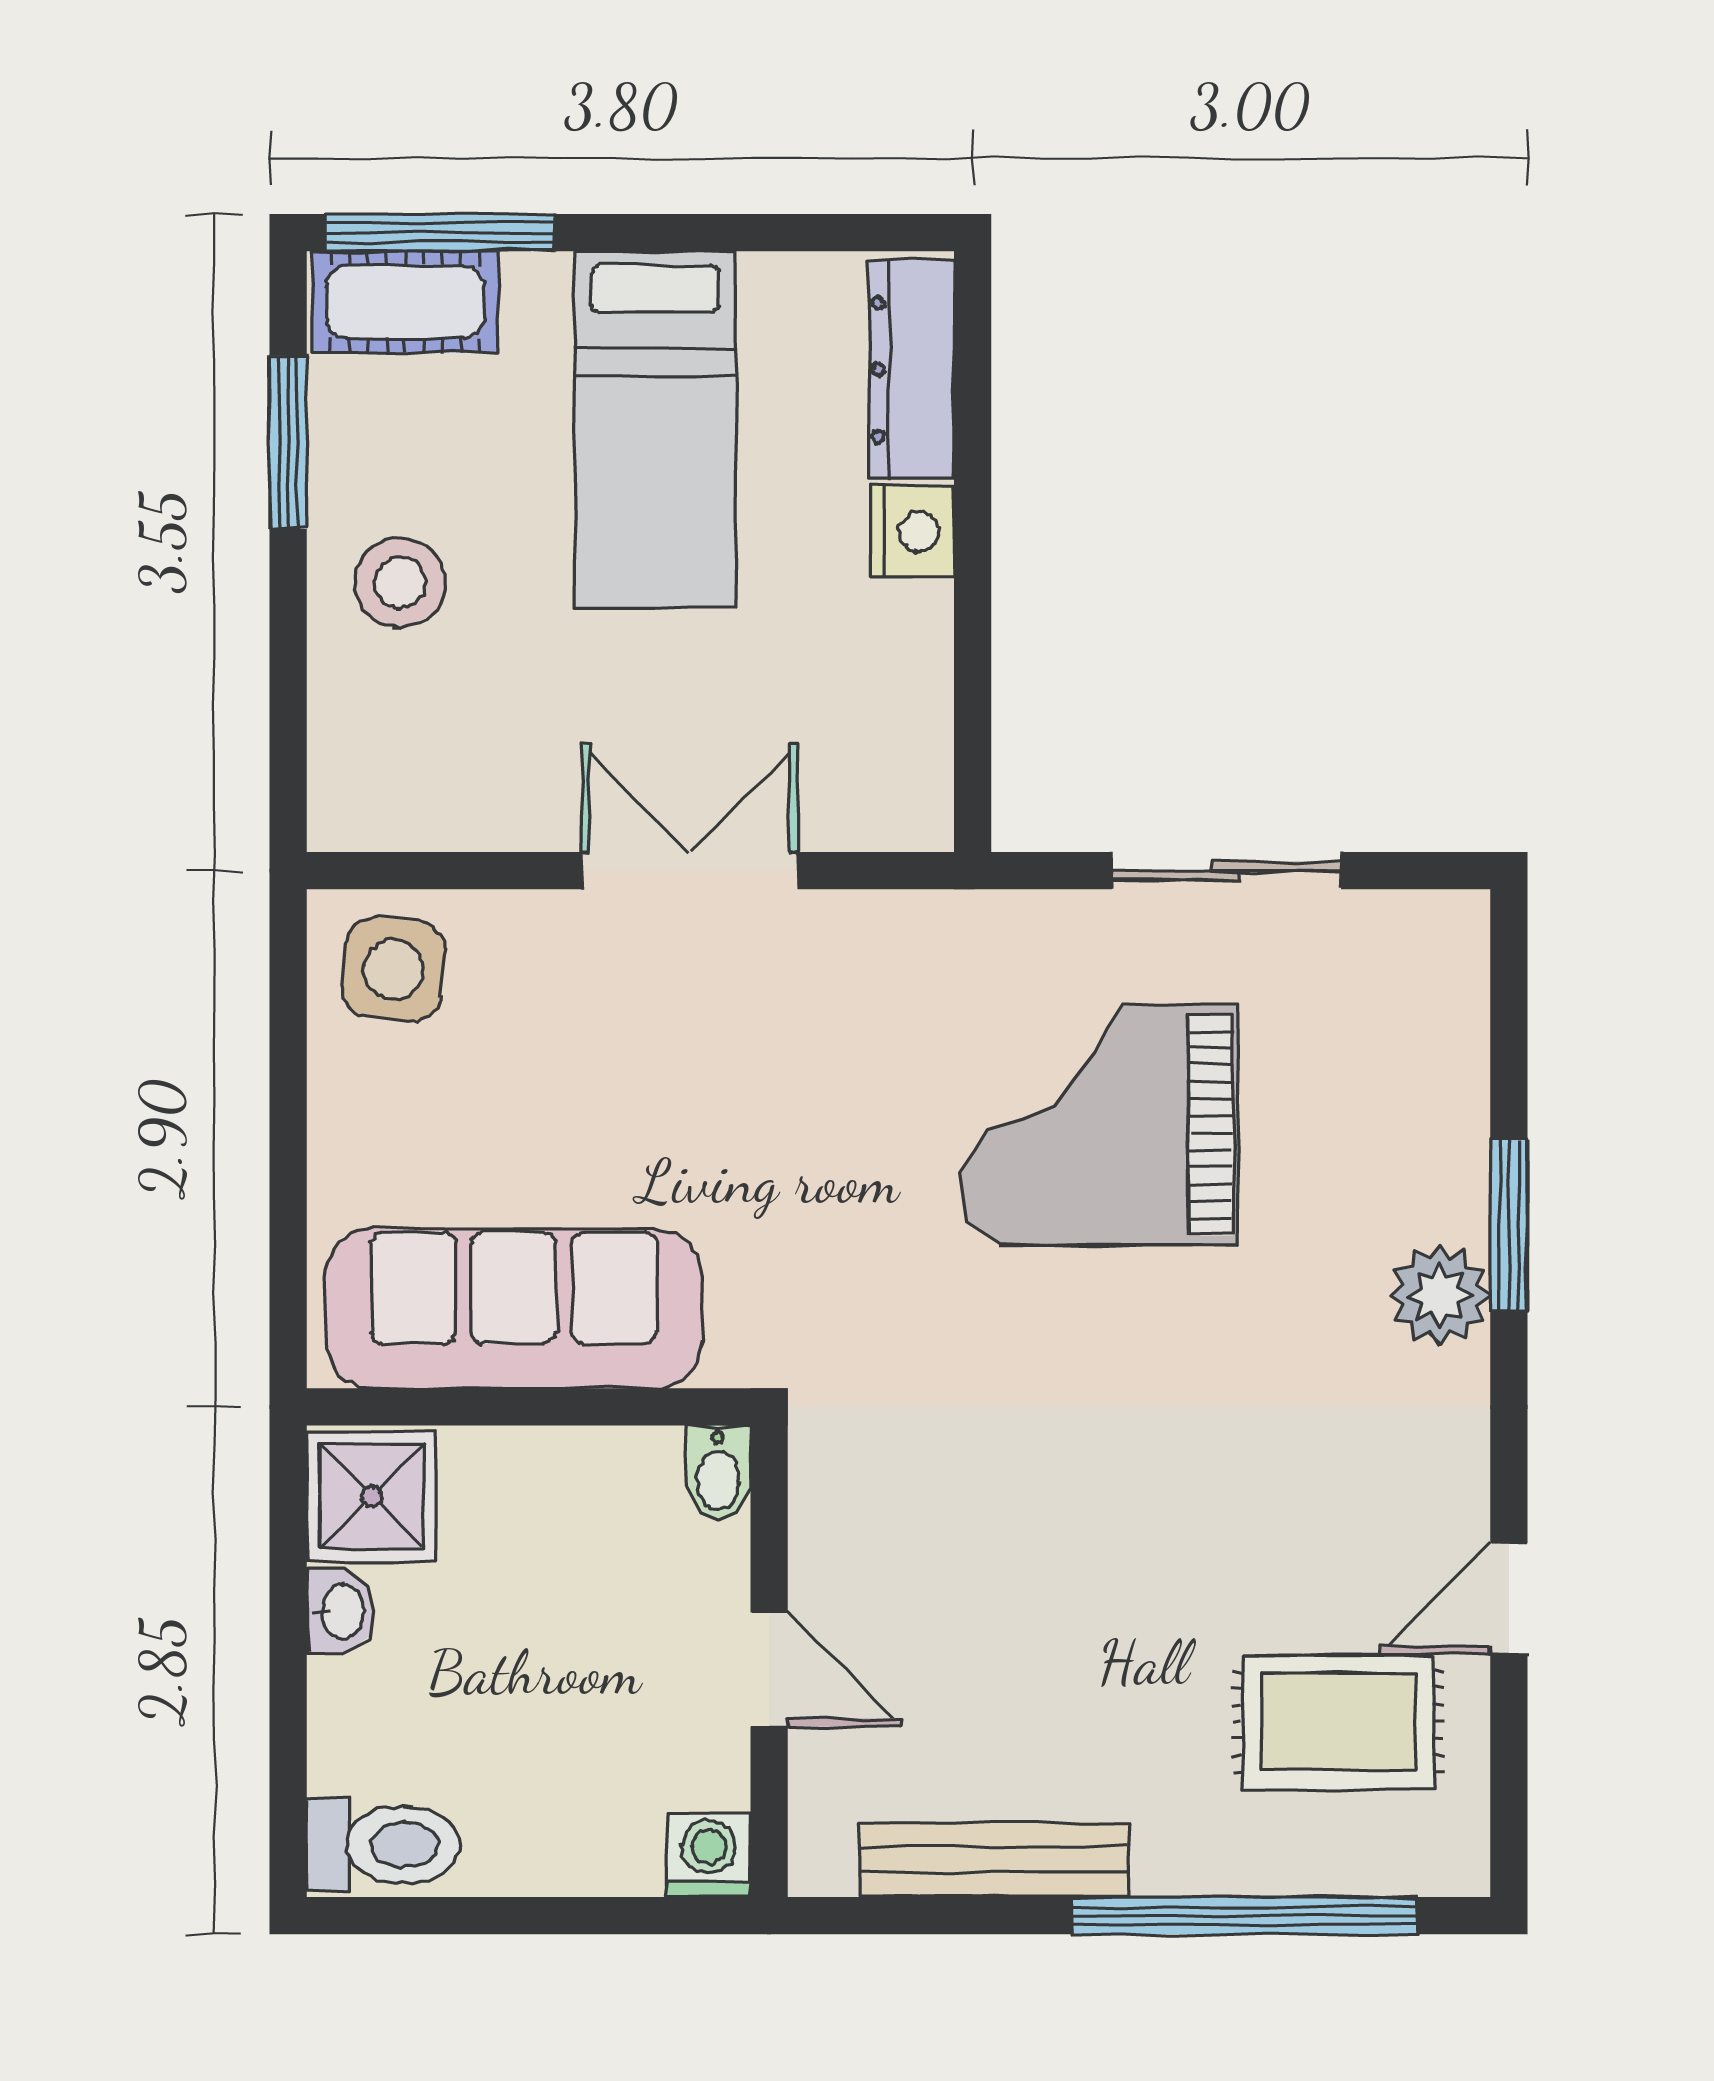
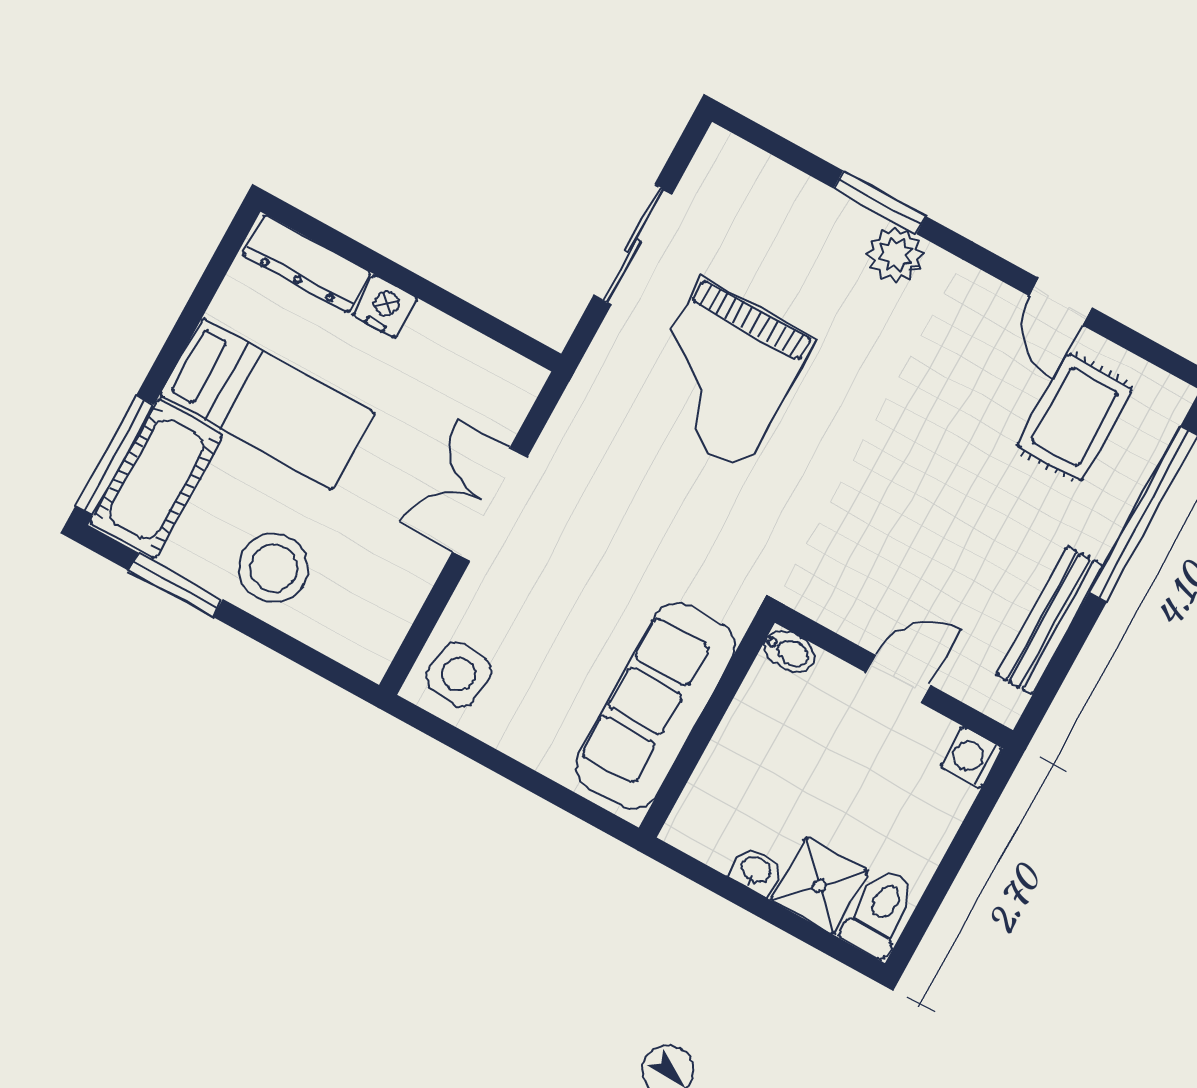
cot: (405, 302) -> (156, 479), width x1.37, depth x1.34
stool: (400, 583) -> (273, 568), width x1.38, depth x1.38
shower: (372, 1496) -> (819, 886), moved

